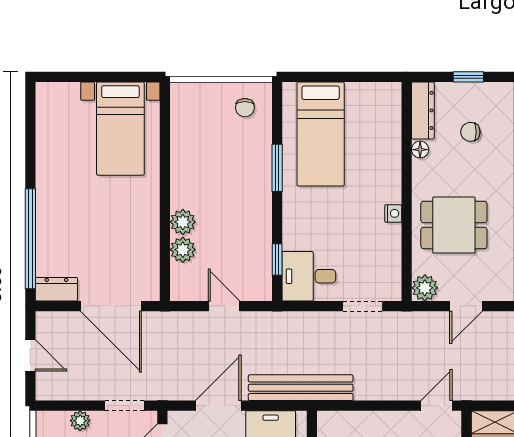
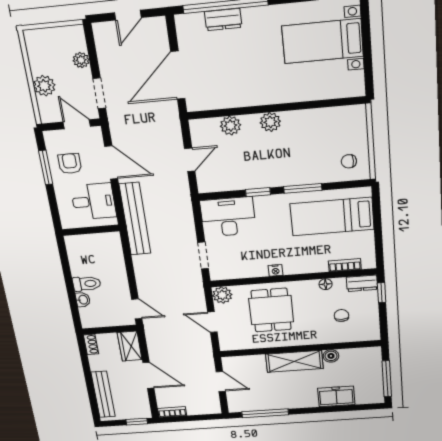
window: (468, 77) -> (382, 293), moved
dresser: (423, 110) -> (362, 283), width x0.70
bookcase: (393, 122) -> (345, 265), added
bed with nightstands: (120, 129) -> (323, 41), moved
plant: (183, 222) -> (270, 122), moved
window: (277, 259) -> (258, 192), moved
desk: (309, 276) -> (228, 217), width x1.37
dresser: (56, 289) -> (223, 20), moved, turned 90

